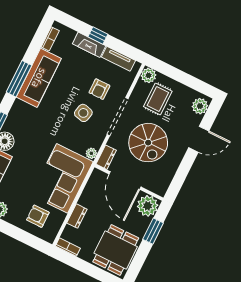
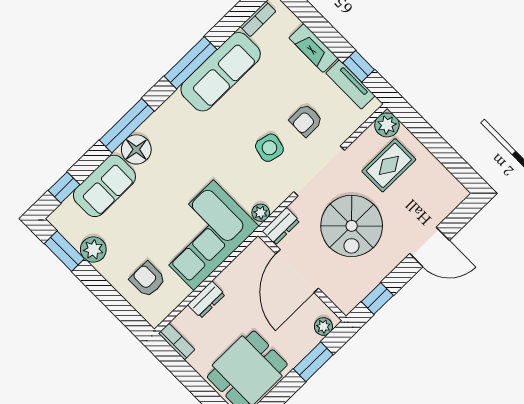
window: (98, 36) -> (359, 66), moved
plant: (200, 106) -> (449, 198), removed
window: (178, 180) -> (377, 298), added
plant: (148, 206) -> (323, 326), width x0.53, depth x0.53

